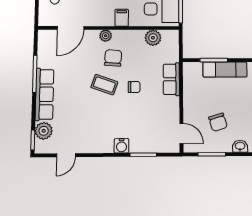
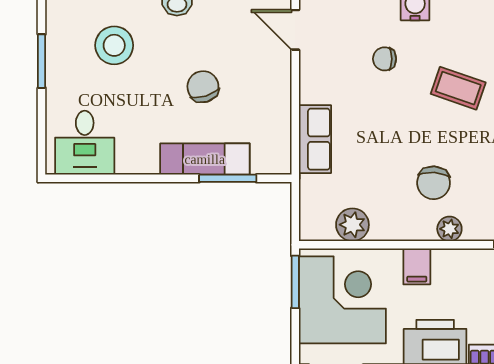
coffee table: (104, 85) -> (458, 88), moved
chair: (134, 87) -> (385, 59), moved
chair: (218, 122) -> (203, 87), moved

